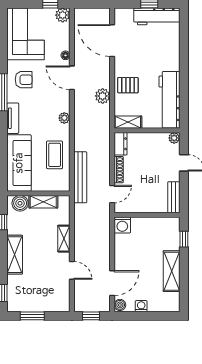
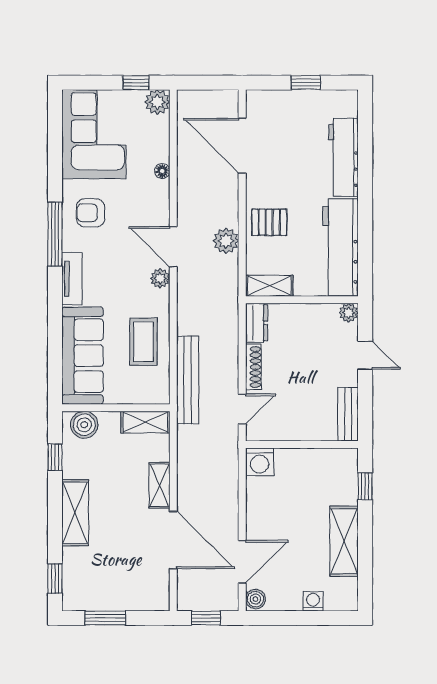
workbench: (157, 16) -> (343, 157), moved, turned 90
door: (72, 78) -> (173, 247), moved
armchair: (24, 80) -> (90, 213), turned 180
shelving: (43, 202) -> (145, 422), moved
door: (72, 270) -> (173, 540), width x1.88
washing machine: (141, 306) -> (313, 601), moved

